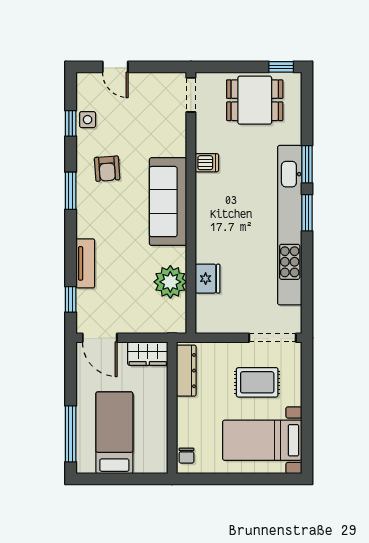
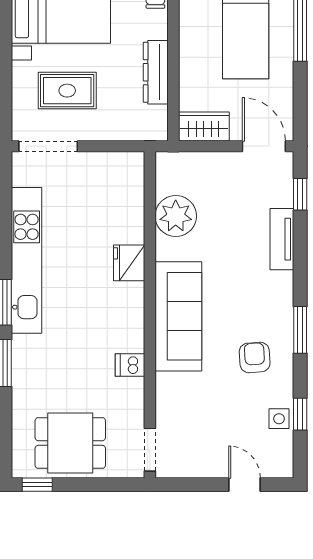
kitchen unit: (290, 225) -> (27, 260), width x0.73
fridge: (208, 279) -> (129, 263), moved
dresser: (186, 371) -> (156, 72), moved

